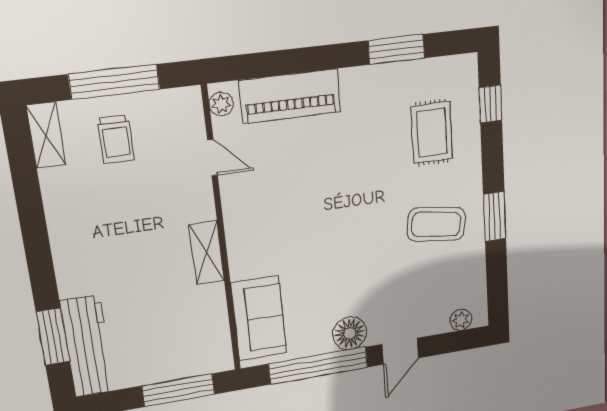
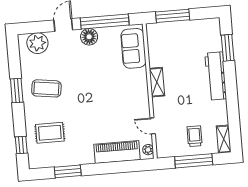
rug: (432, 133) -> (50, 133), turned 90
plant: (461, 320) -> (37, 43), width x1.88, depth x1.88
workbench: (88, 346) -> (216, 76), moved

